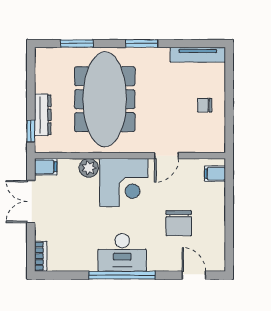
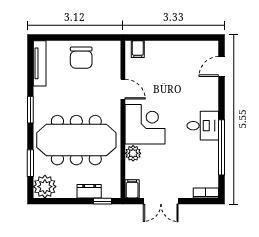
plant: (48, 61) -> (45, 187), added
chair: (205, 105) -> (81, 58), width x1.87, depth x1.87
dresser: (43, 115) -> (89, 191), width x0.70
chair: (179, 223) -> (179, 79), removed
desk: (122, 252) -> (203, 126), width x0.73
window: (122, 275) -> (222, 147), moved

